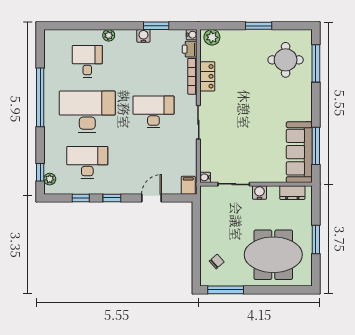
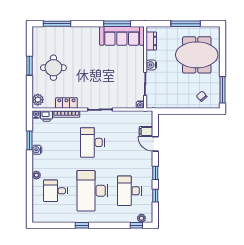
round table: (286, 60) -> (53, 68), moved
window: (40, 97) -> (82, 225), width x0.32
filing cabinet: (188, 185) -> (146, 131), moved
window: (316, 239) -> (186, 24), width x1.44
meeting table: (273, 255) -> (197, 55), turned 90

